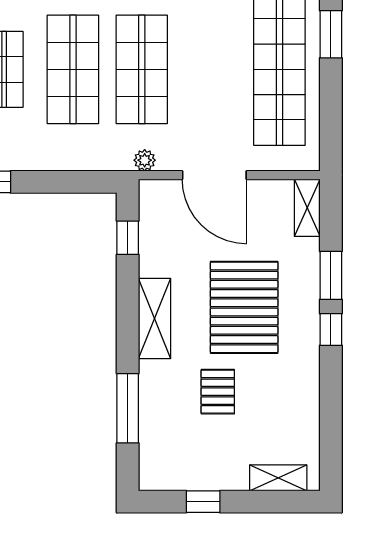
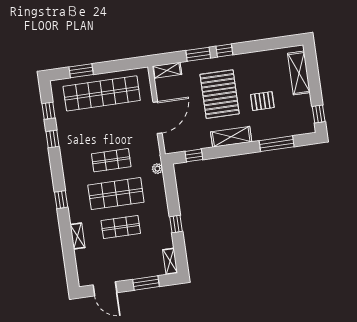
shop shelf: (142, 69) -> (111, 160), width x0.70, depth x0.74
plant: (145, 160) -> (157, 169), moved
pallet: (244, 307) -> (220, 94), turned 90
shelving: (278, 478) -> (299, 73), width x1.50, depth x1.33
window: (203, 502) -> (319, 114), moved

